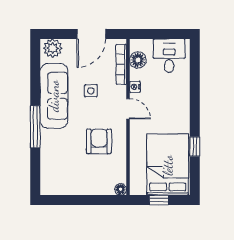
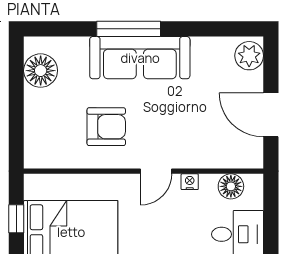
bookcase: (121, 64) -> (224, 161), removed
side table: (91, 91) -> (184, 114), removed
sofa: (54, 96) -> (140, 58), moved
floor lamp: (121, 189) -> (41, 71), moved, width x1.89, depth x1.89

